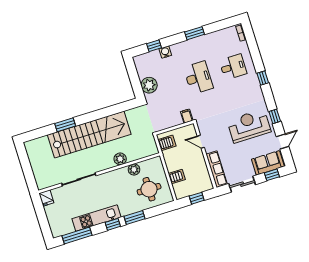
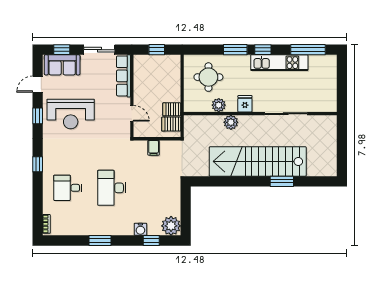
plant: (149, 85) -> (171, 226), moved
filing cabinet: (187, 116) -> (154, 148), moved
server rack: (177, 176) -> (172, 109), moved
fridge: (46, 198) -> (245, 104), moved

